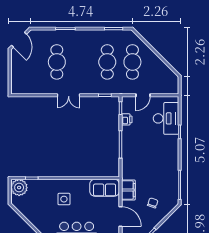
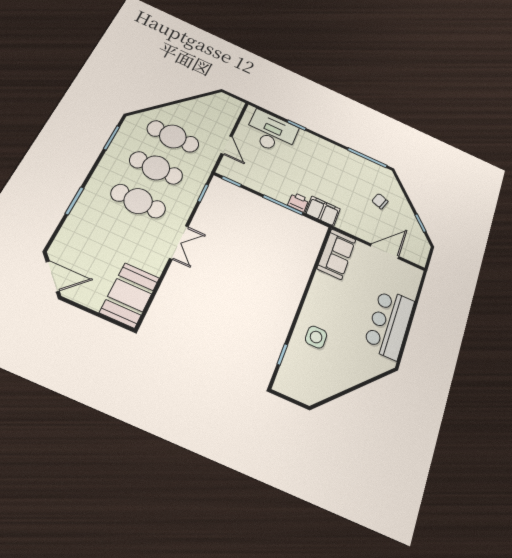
cafe table: (57, 62) -> (138, 201), moved
booth: (27, 83) -> (130, 295), added
printer: (127, 119) -> (298, 202), moved
plant: (19, 188) -> (290, 381), removed
filing cabinet: (128, 190) -> (323, 211), moved
side table: (64, 199) -> (316, 337), moved

